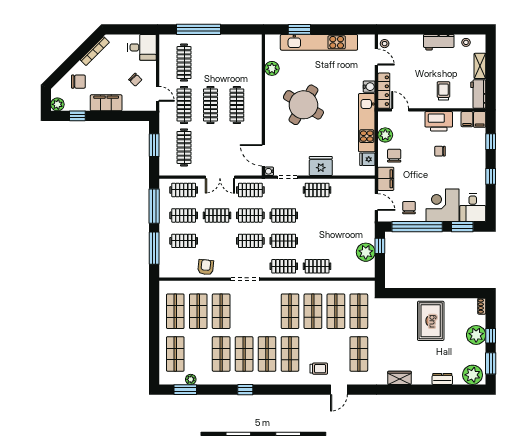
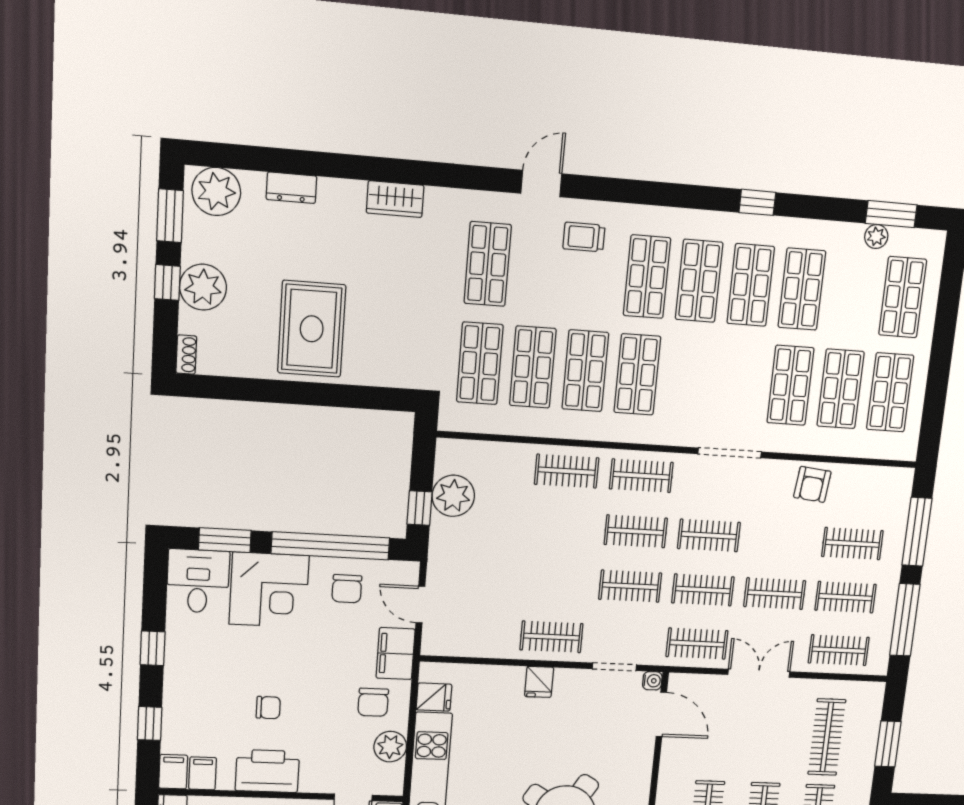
fridge: (321, 166) -> (539, 682), width x0.53, depth x0.75

